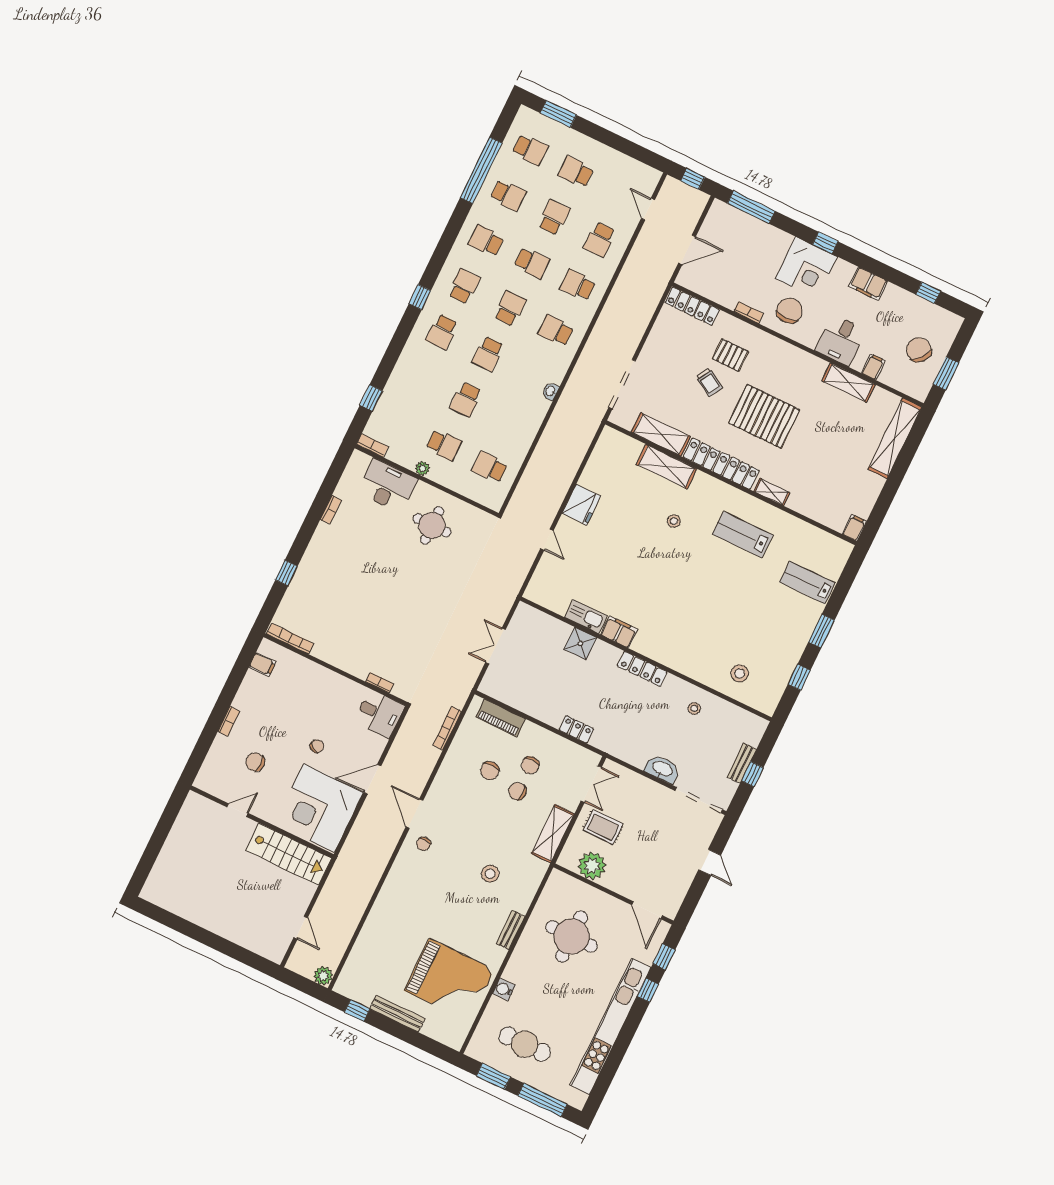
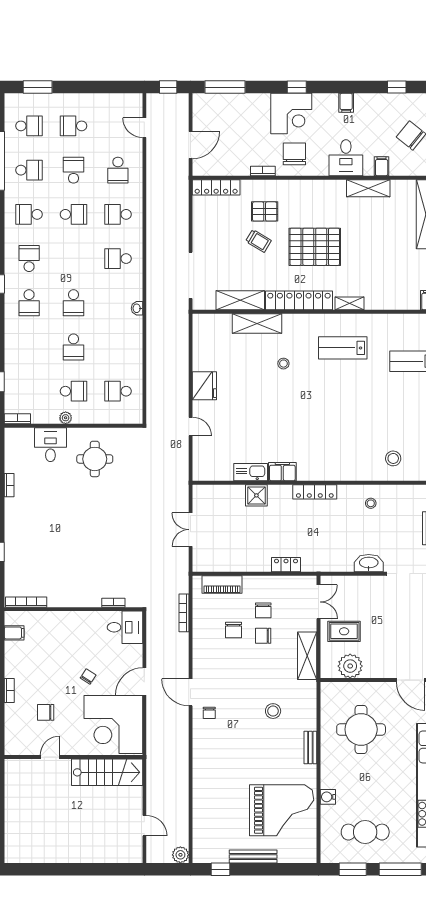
filing cabinet: (868, 284) -> (346, 103), width x0.50
school desk: (510, 308) -> (73, 259), removed
desk: (387, 486) -> (50, 445), width x0.73

